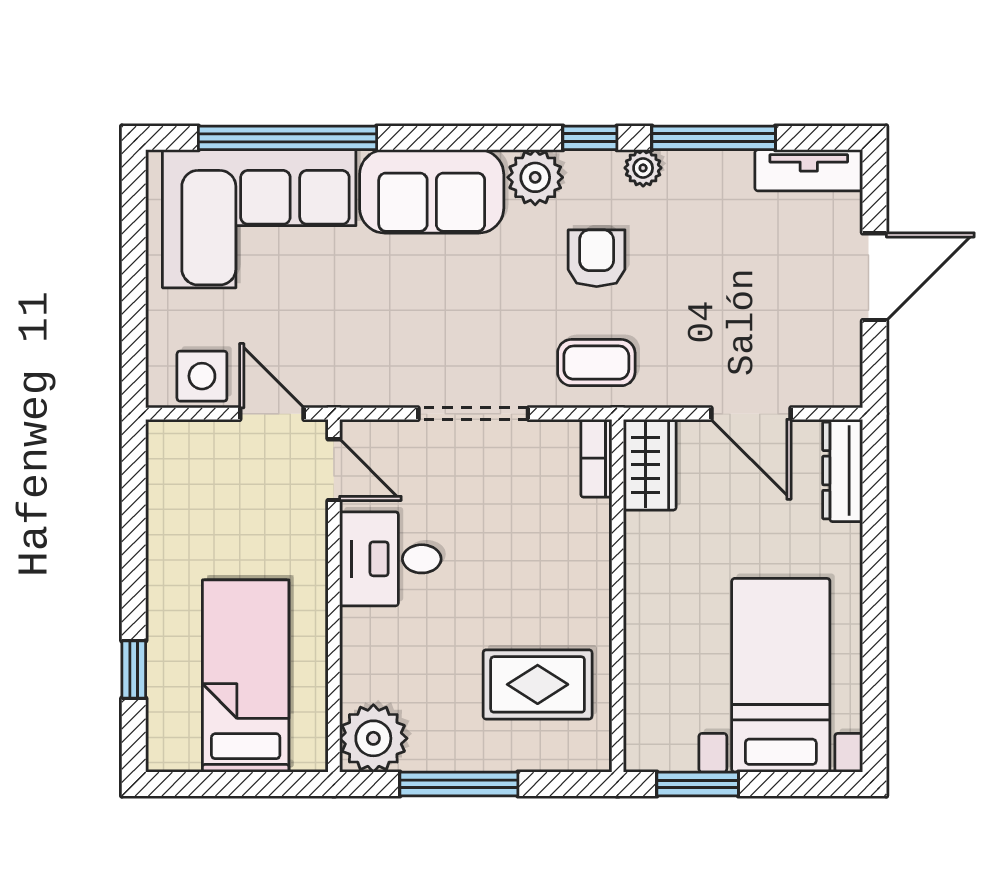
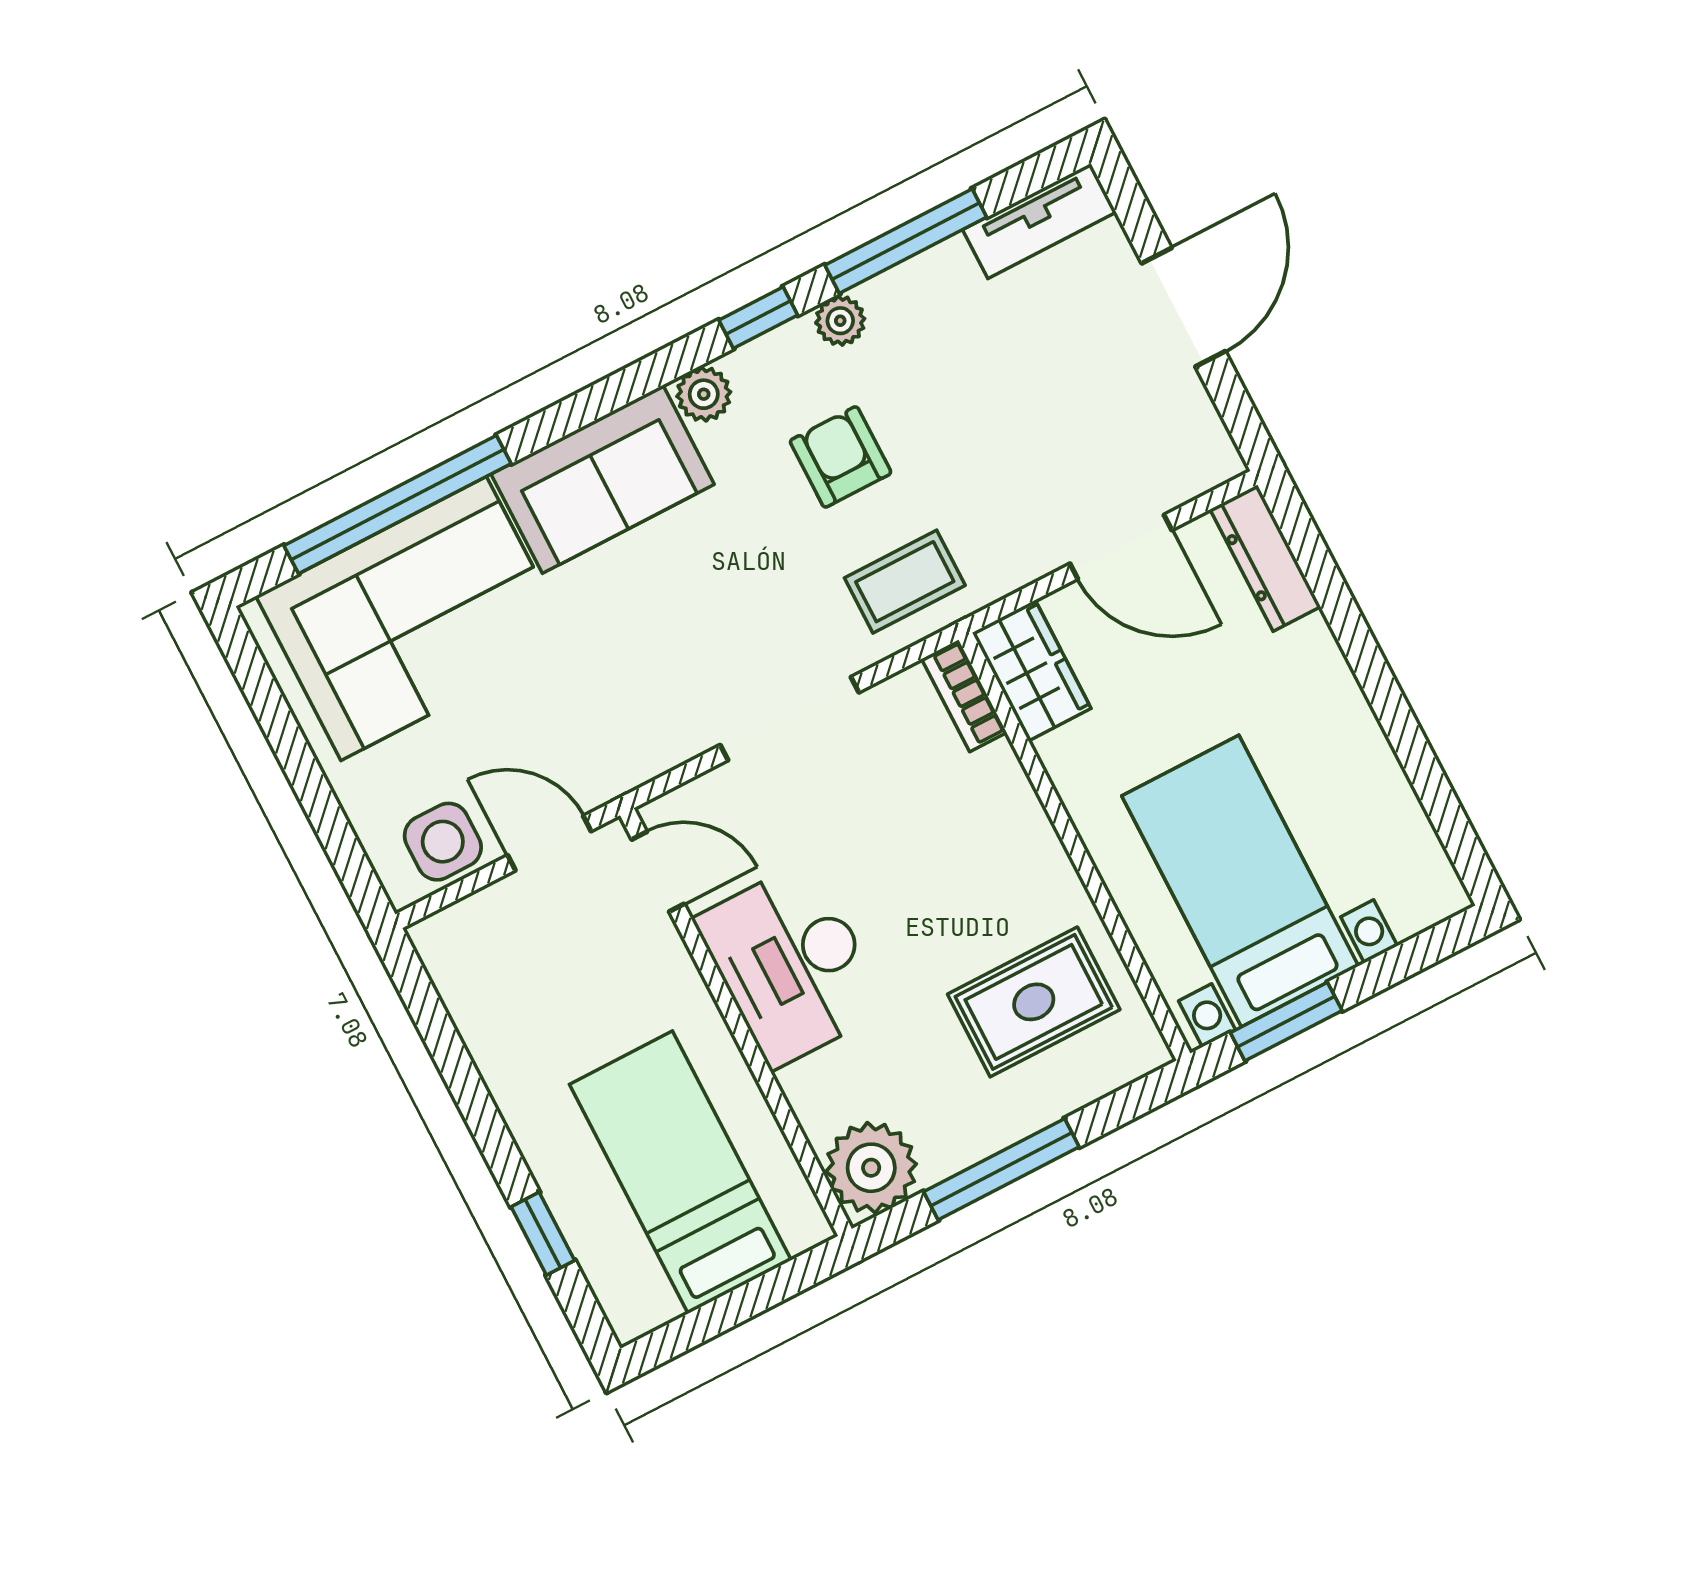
plant: (535, 177) -> (704, 394), width x0.73, depth x0.73
desk: (390, 559) -> (791, 964), width x1.37
bed with nightstands: (781, 675) -> (1240, 881), moved

